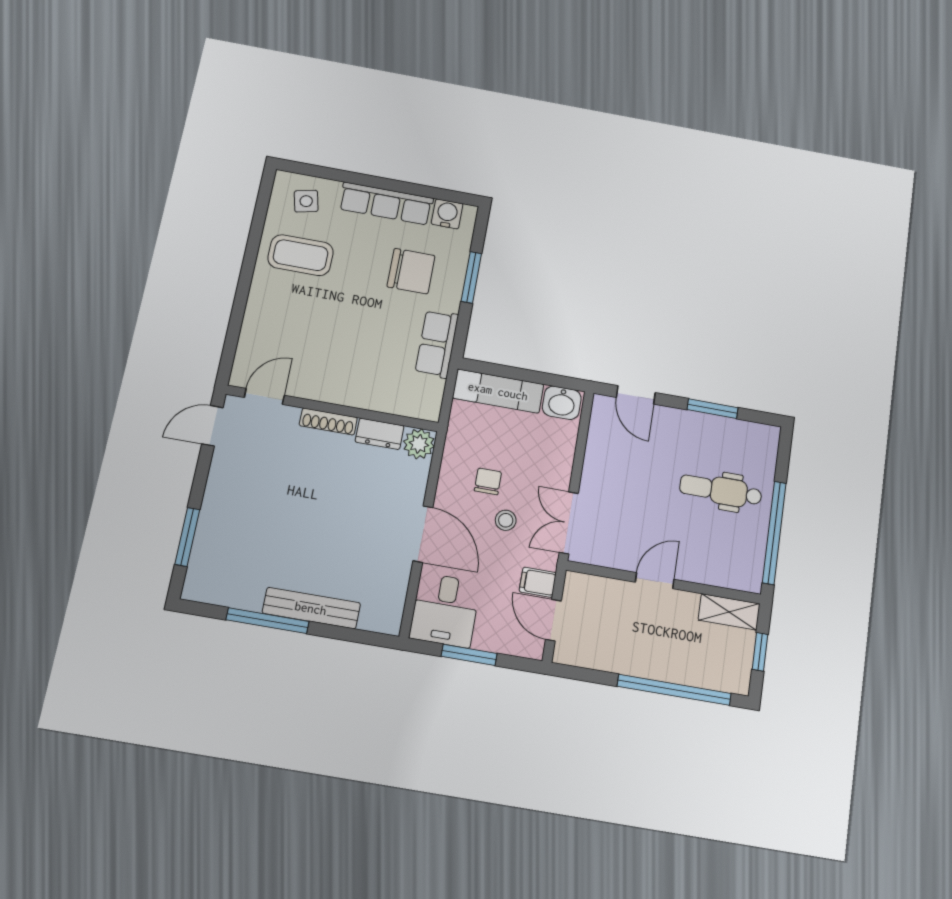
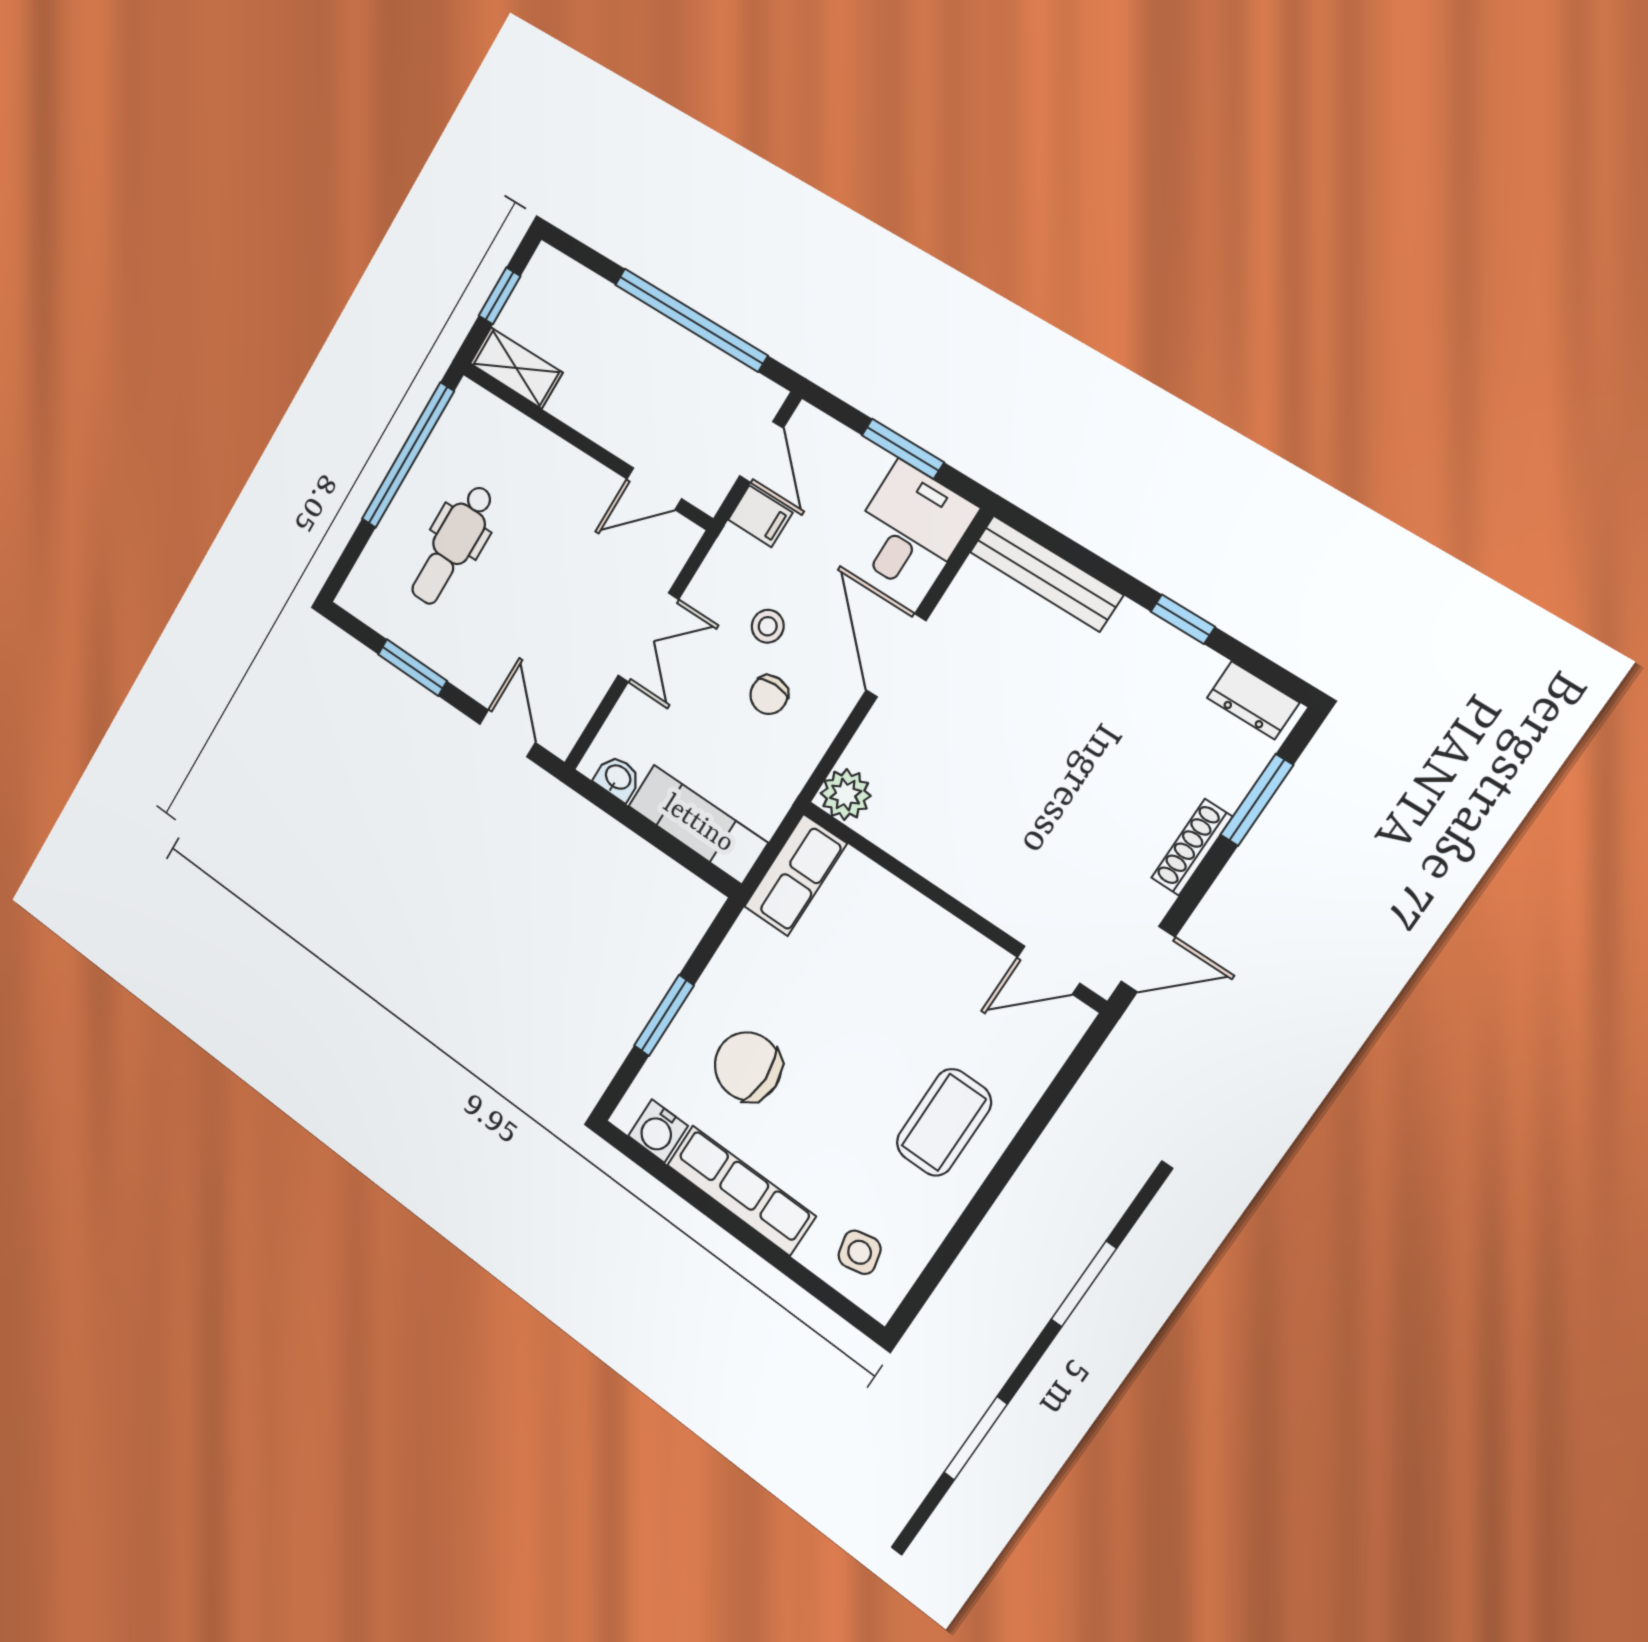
coffee table: (301, 255) -> (944, 1122), moved, turned 90
row of seats: (437, 344) -> (795, 875), moved
washbasin: (562, 403) -> (618, 778), width x0.72, depth x0.69
shoe rack: (328, 421) -> (1192, 847), moved, turned -90
dresser: (380, 434) -> (1253, 700), moved, turned 180
dental chair: (721, 490) -> (453, 545), turned 90
double door: (569, 523) -> (648, 638), moved
door: (655, 581) -> (654, 489), moved
bench: (311, 608) -> (1046, 573), moved
window: (267, 621) -> (1183, 619), width x0.46
window: (674, 690) -> (691, 320), moved

